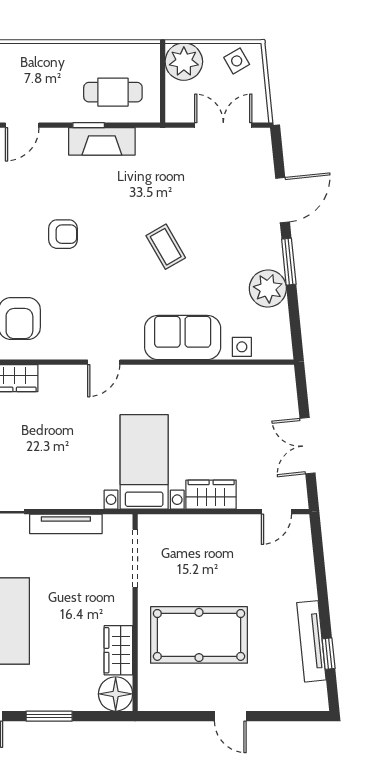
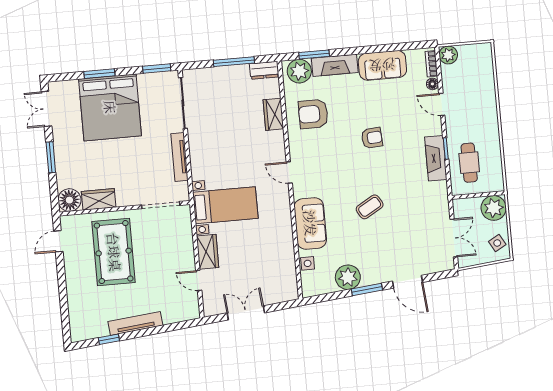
armchair: (63, 234) -> (372, 138), turned -94
door: (276, 512) -> (199, 280), moved
tv unit: (311, 641) -> (135, 323), moved
door: (230, 716) -> (58, 241), moved

